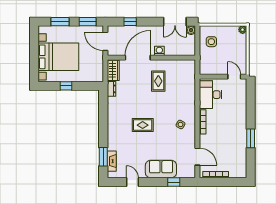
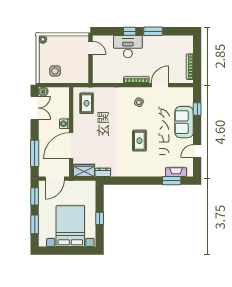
window: (130, 22) -> (35, 153), width x2.17
door: (138, 58) -> (71, 146), hinge flipped
door: (234, 77) -> (90, 48), swing flipped
rug: (158, 81) -> (87, 103), moved, turned 90
desk: (211, 95) -> (128, 47), moved, turned 180
window: (251, 115) -> (130, 31), added
door: (197, 157) -> (160, 85), moved

